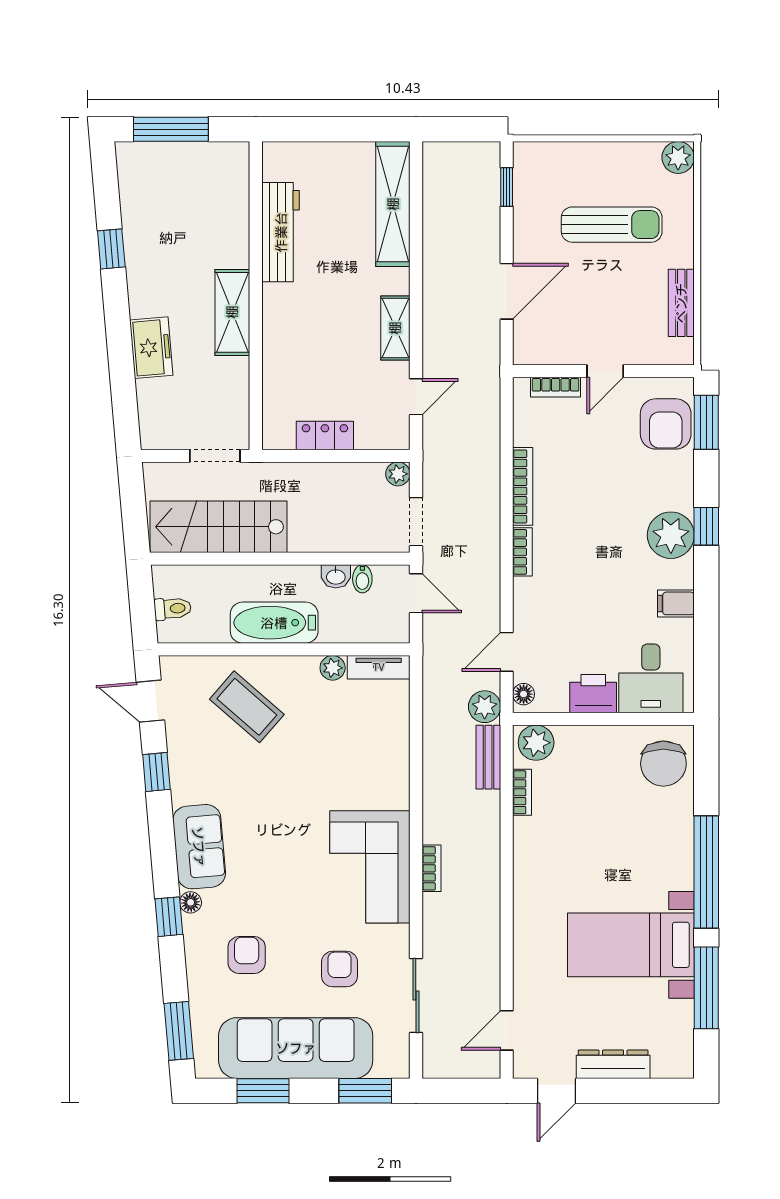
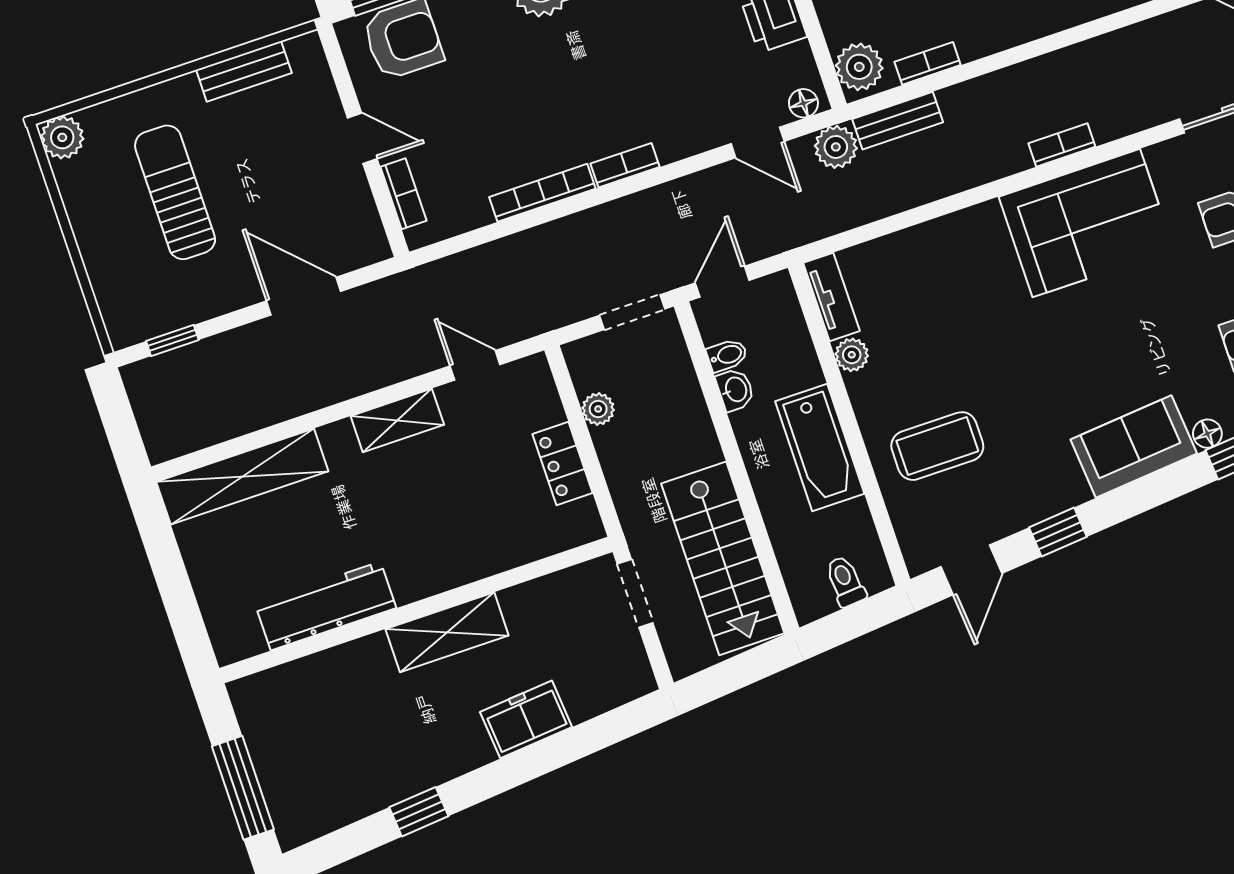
plant: (398, 474) -> (598, 409), moved
coffee table: (247, 707) -> (937, 446), turned 49

